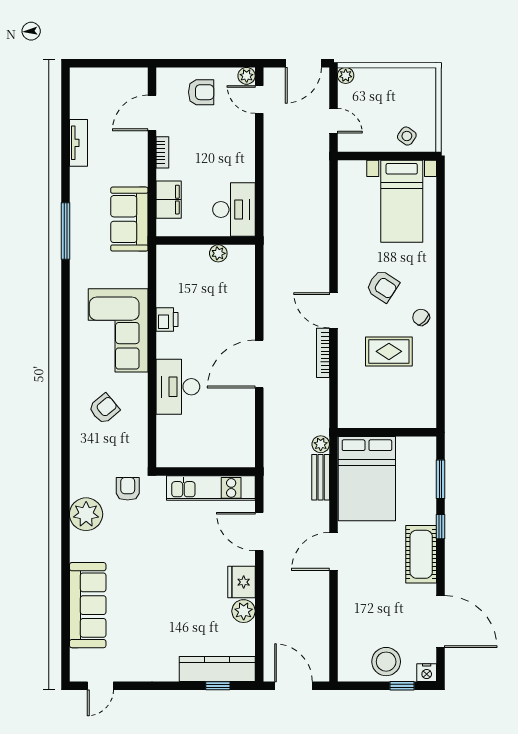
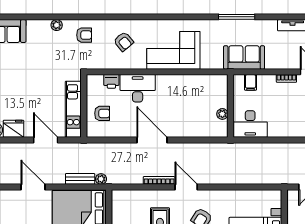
filing cabinet: (169, 200) -> (251, 82), width x0.50
door: (333, 310) -> (186, 187), hinge flipped
printer: (167, 320) -> (111, 81), moved
armchair: (217, 443) -> (102, 113), added
armchair: (128, 489) -> (84, 35), moved
plant: (86, 514) -> (57, 25), width x0.53, depth x0.53
door: (259, 532) -> (46, 140), hinge flipped

